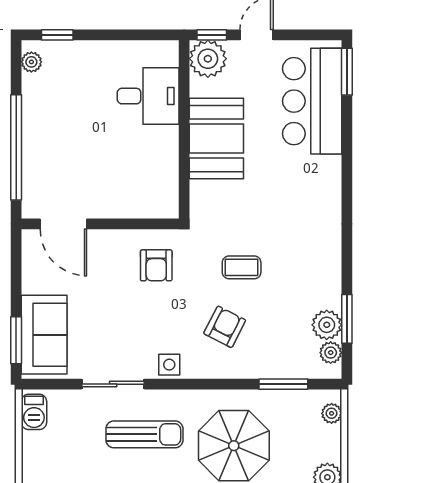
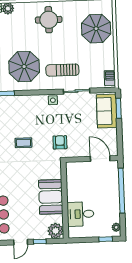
plant: (208, 59) -> (56, 231), moved
desk: (148, 96) -> (80, 214), moved
wall: (184, 129) -> (65, 200), moved
booth: (216, 138) -> (51, 197), moved
armchair: (225, 327) -> (30, 117), removed

